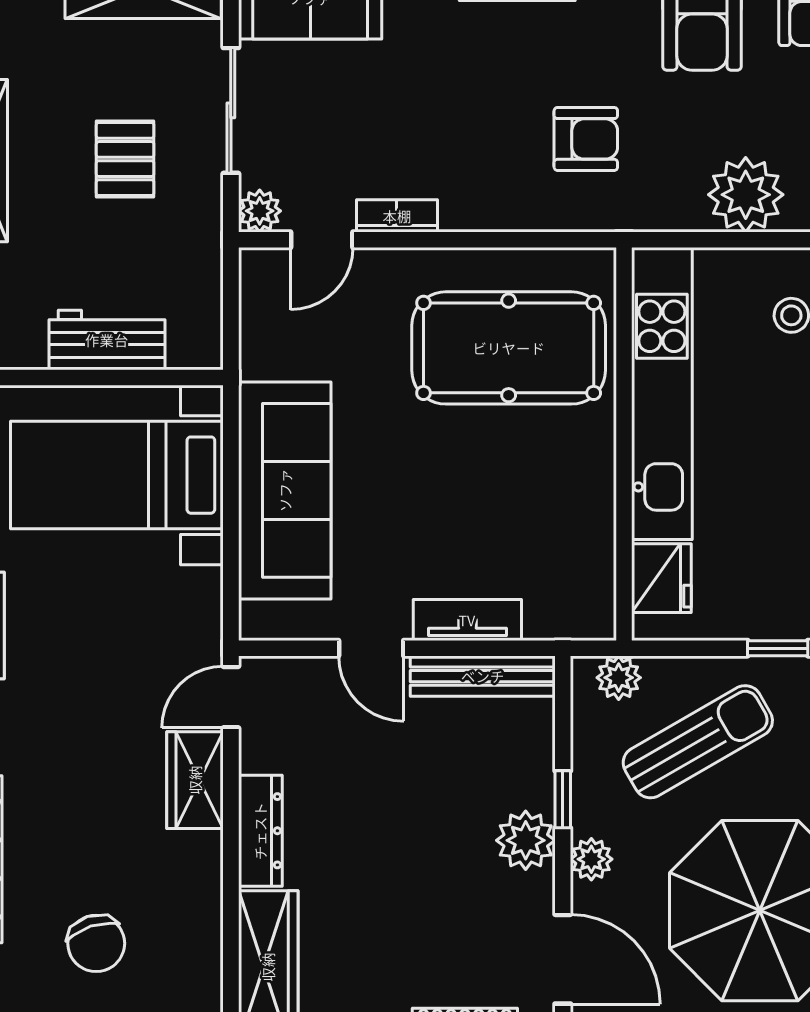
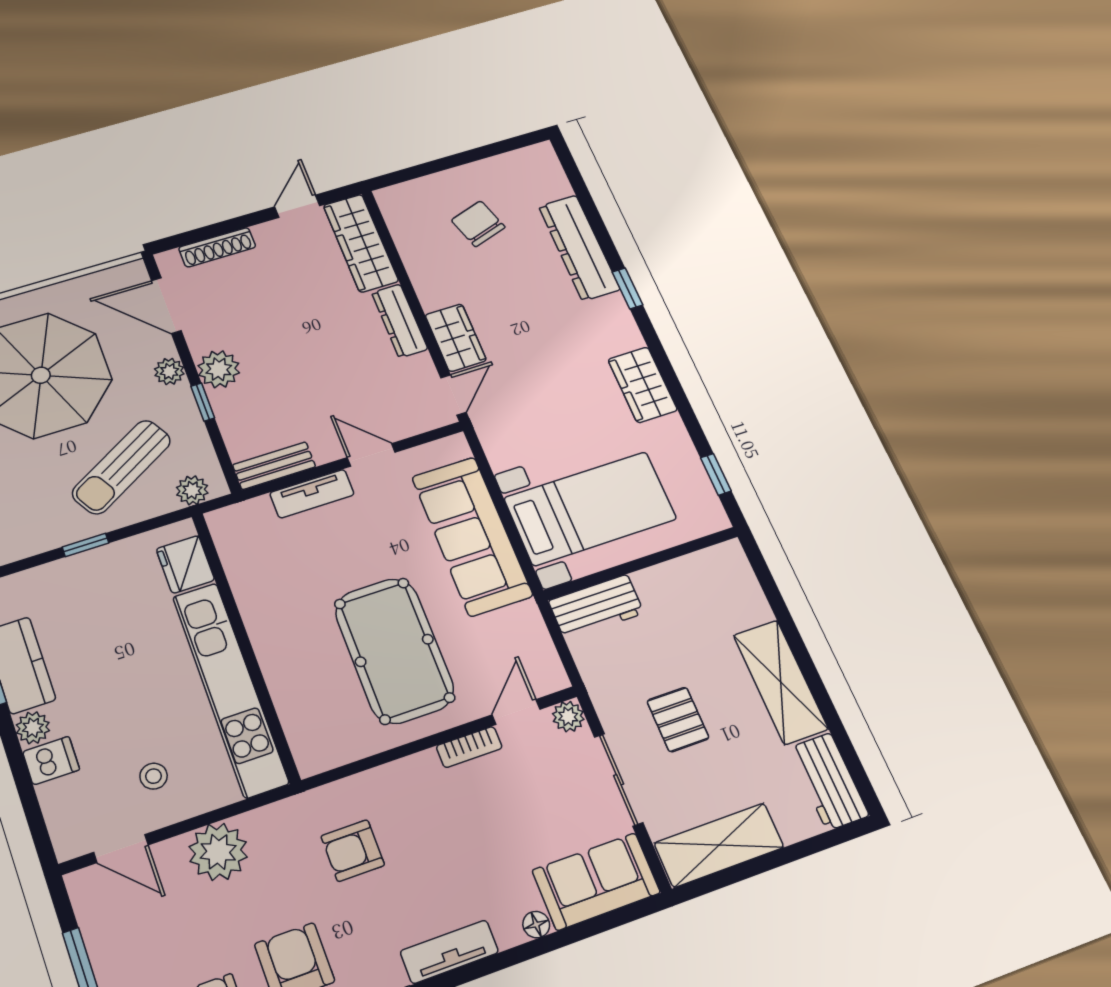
workbench: (107, 340) -> (596, 607), moved
pool table: (509, 348) -> (394, 650), moved, turned 90
bench: (483, 676) -> (274, 466), width x0.73

